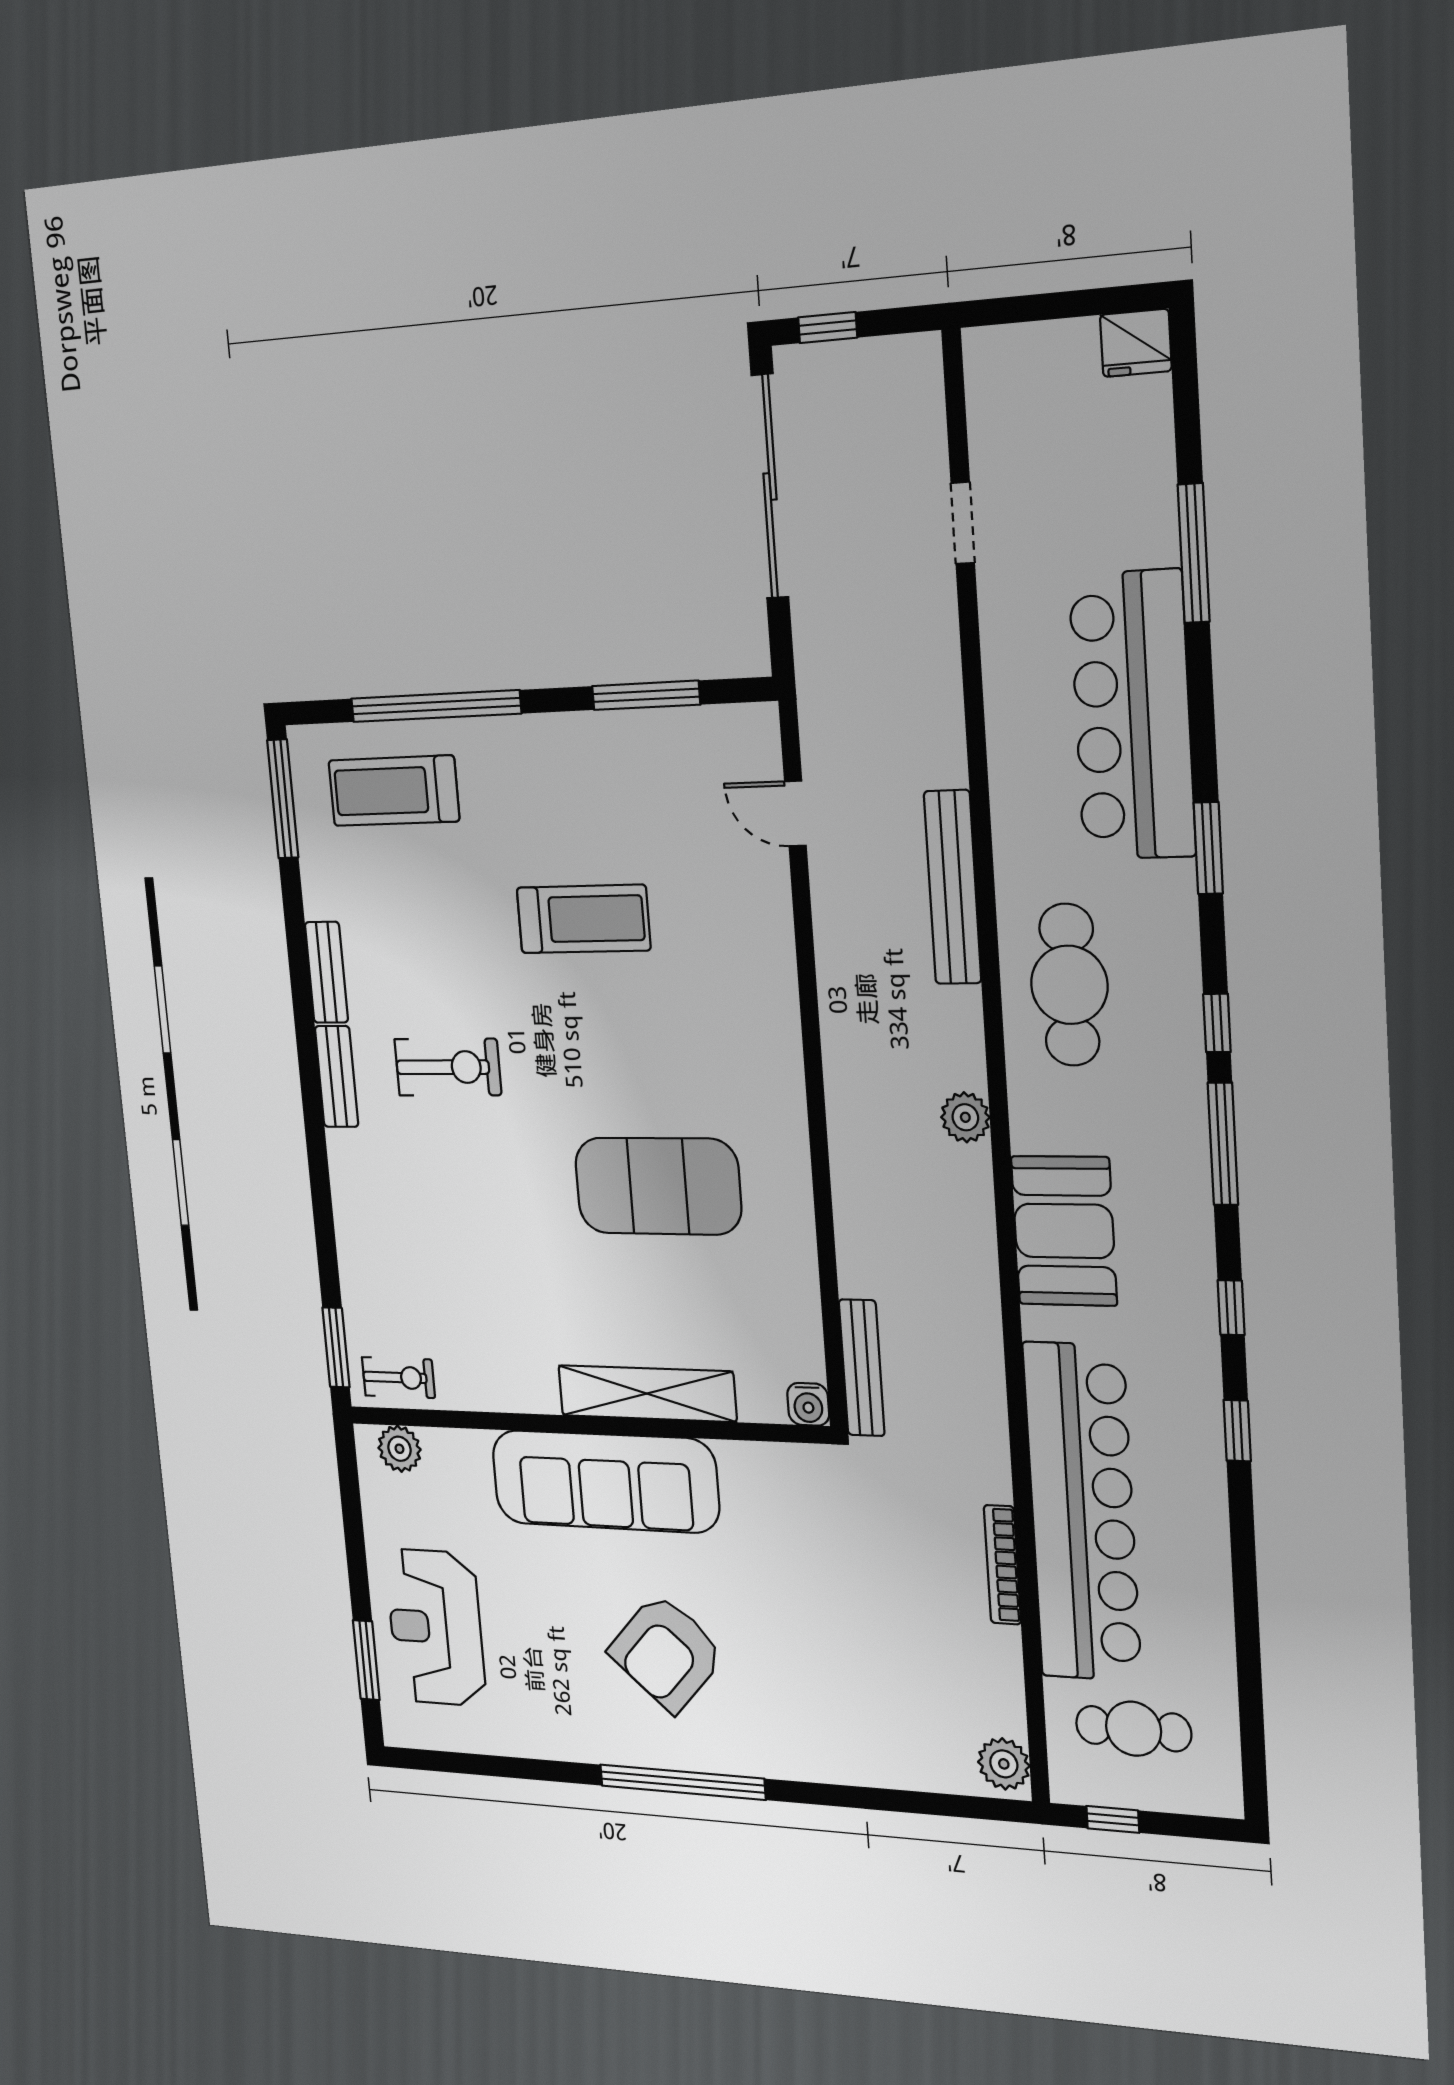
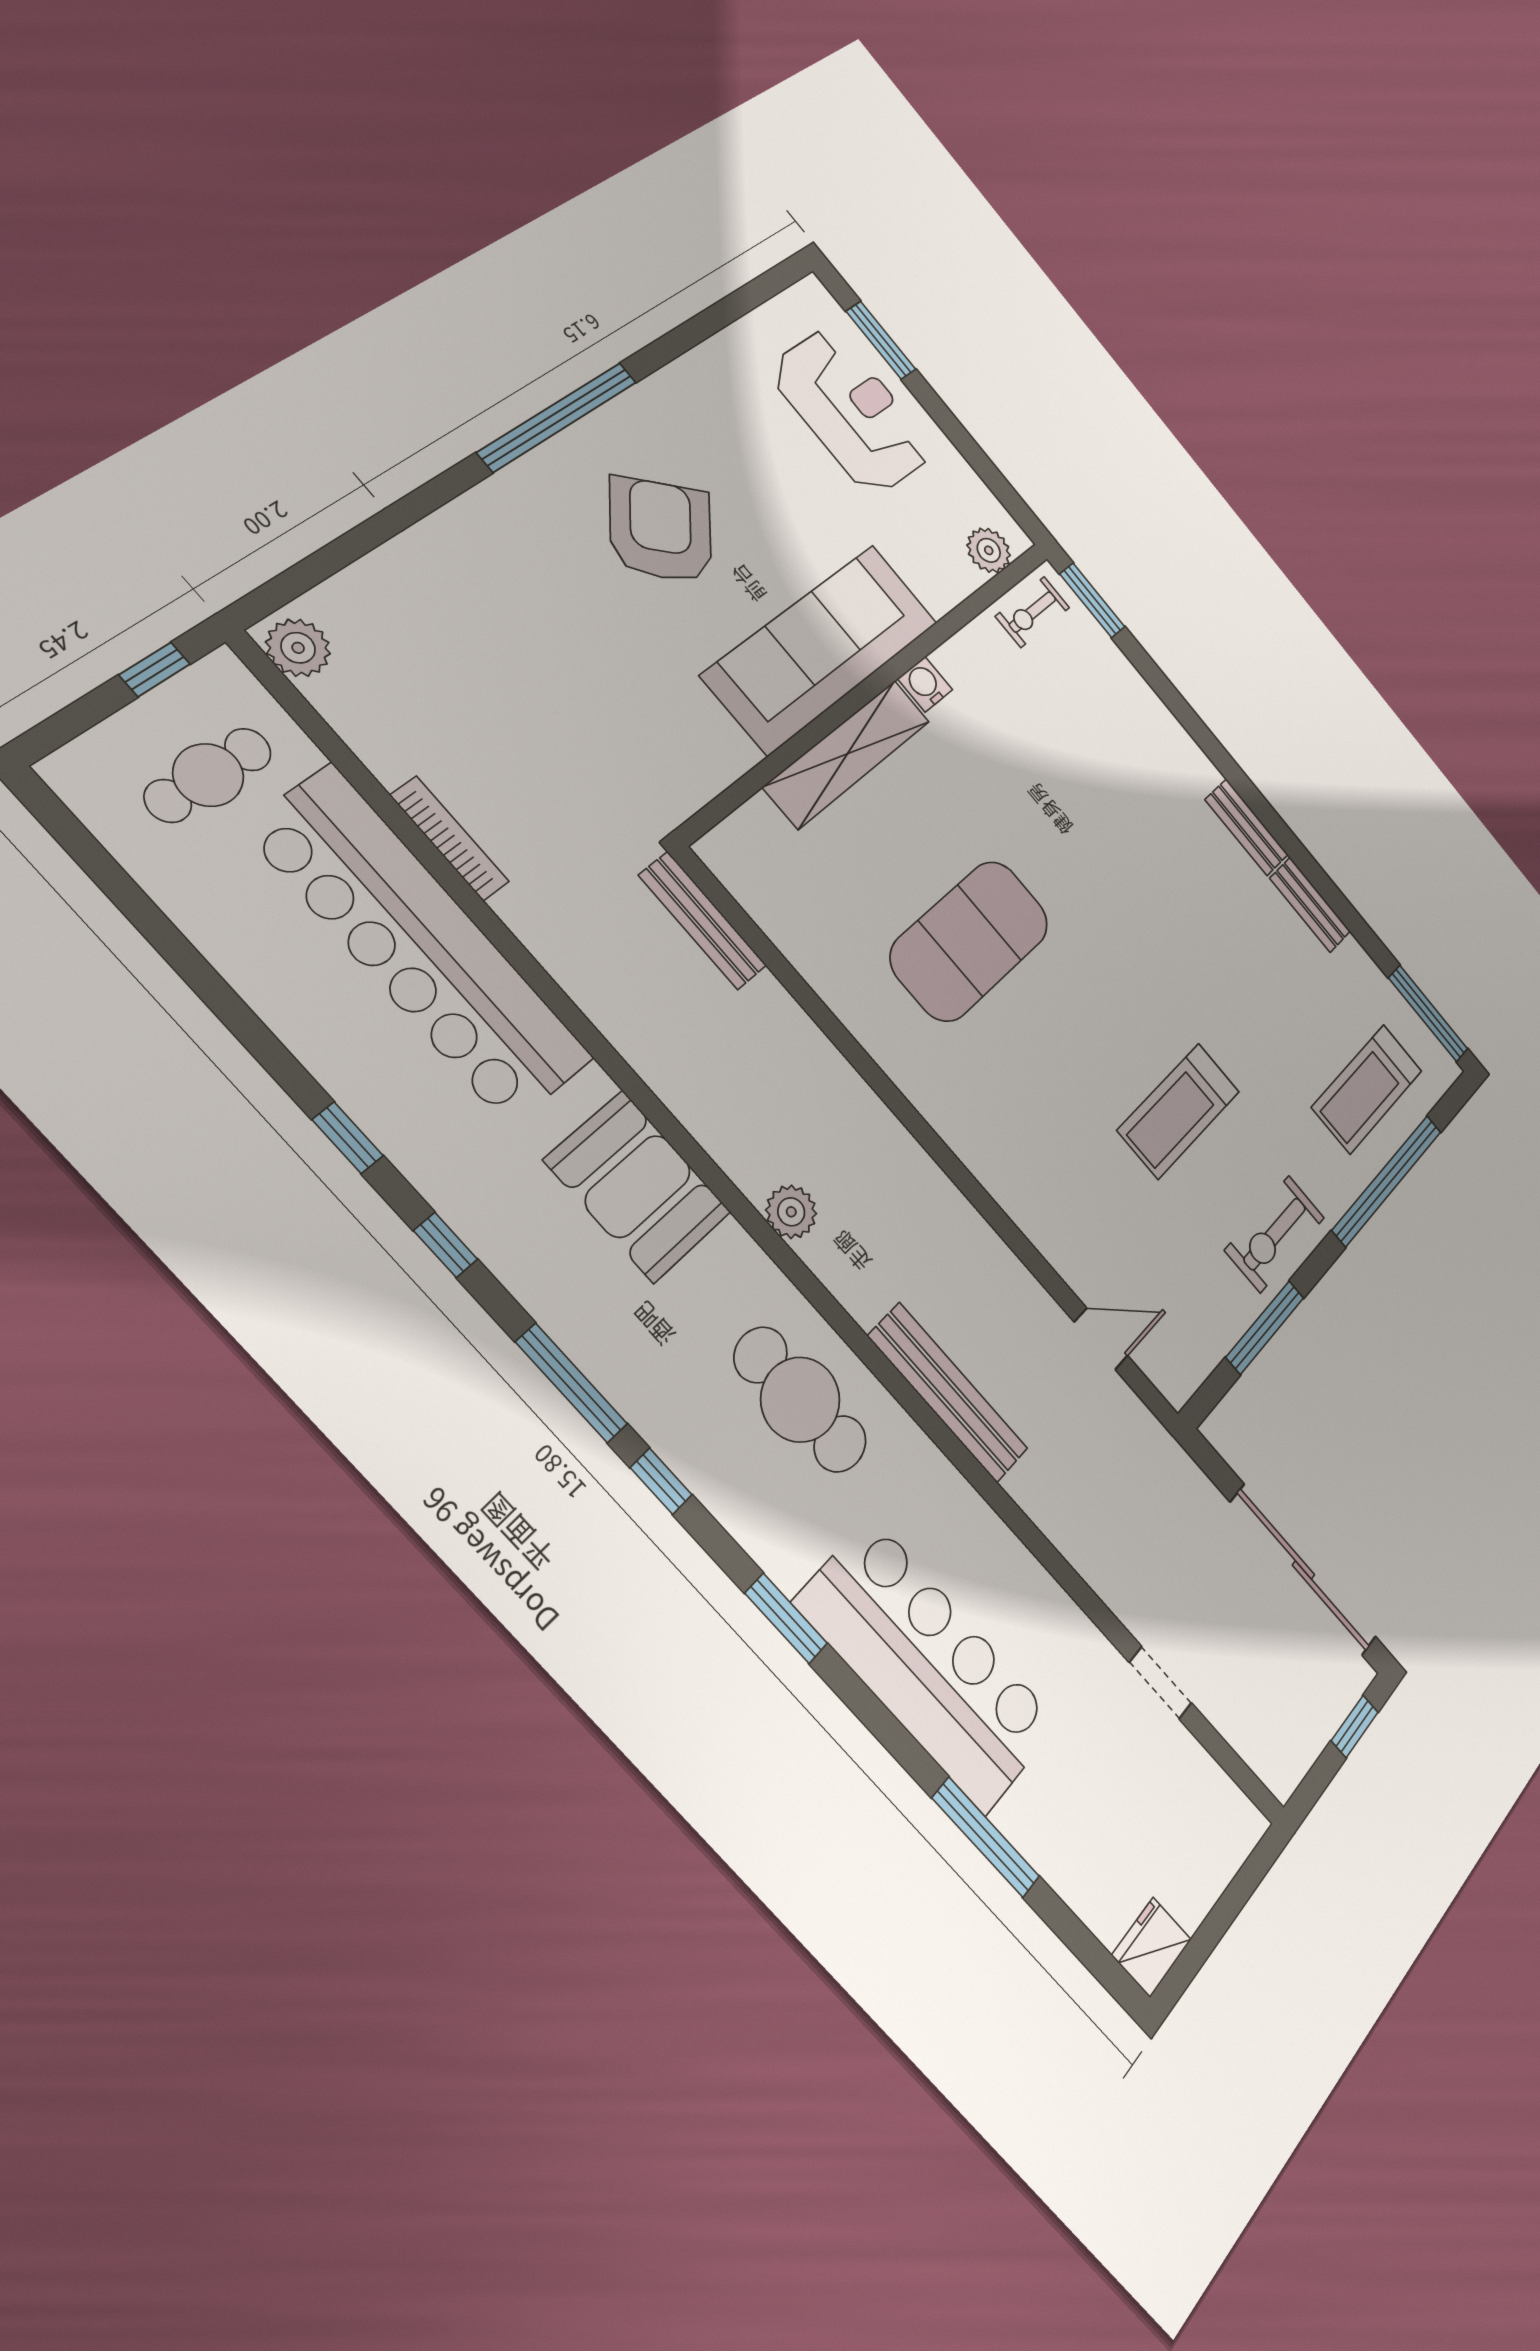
treadmill: (394, 791) -> (1367, 1089), turned 180
exercise bike: (448, 1067) -> (1275, 1234), moved
water cooler: (808, 1404) -> (925, 684), moved

